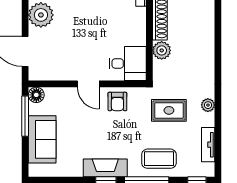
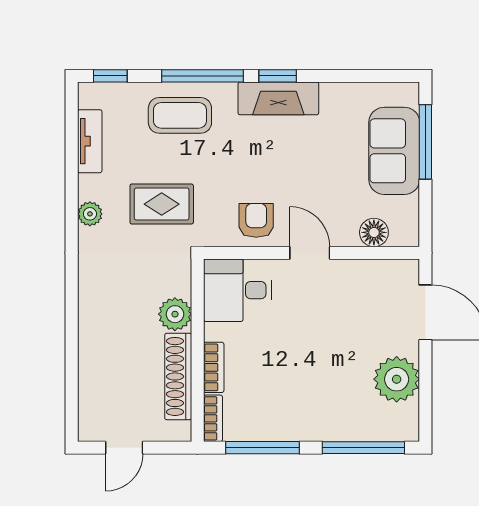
bookcase: (141, 21) -> (214, 367), added
floor lamp: (36, 95) -> (374, 232), moved
window: (25, 116) -> (425, 142), moved

